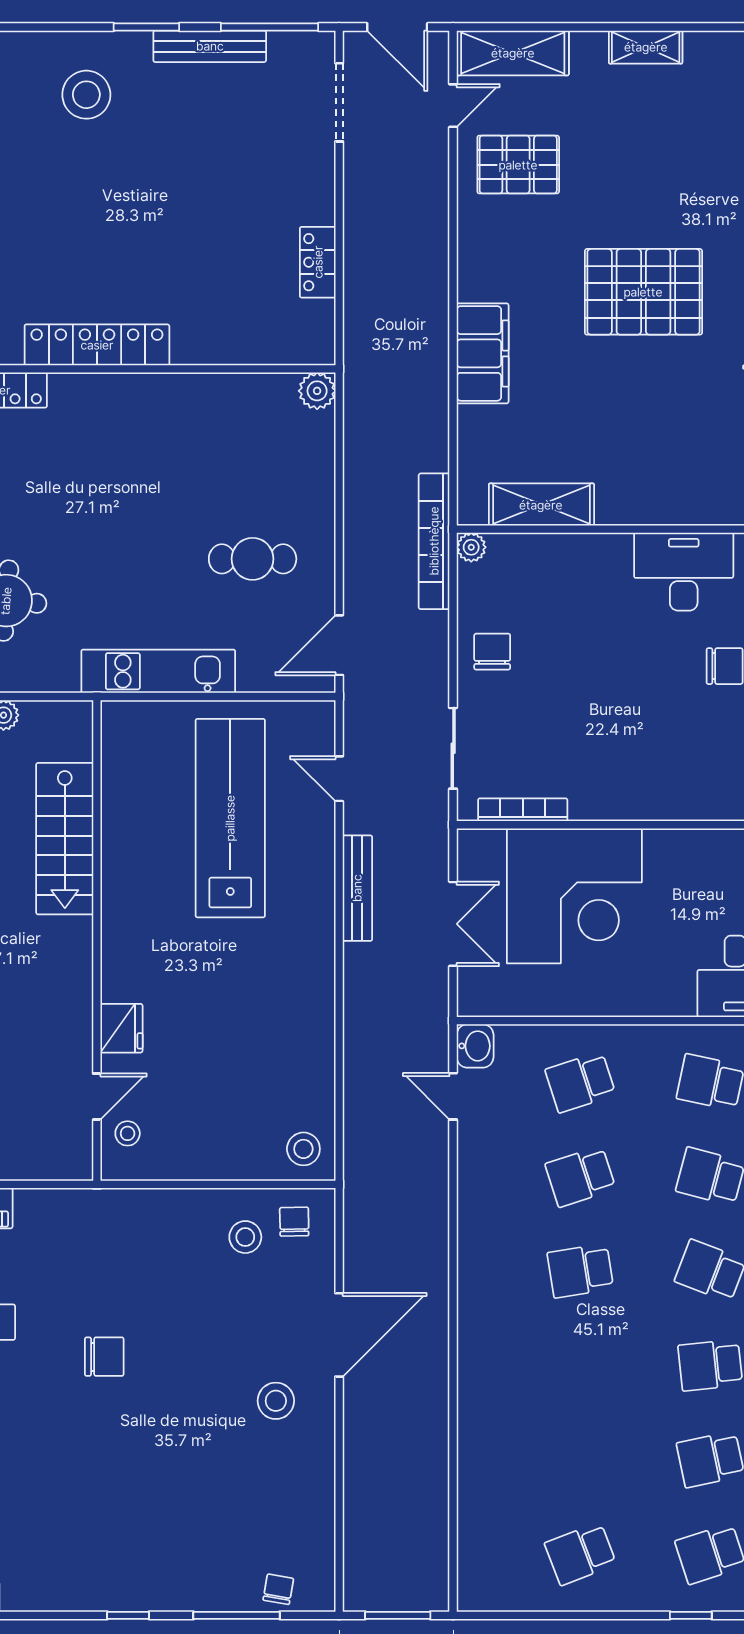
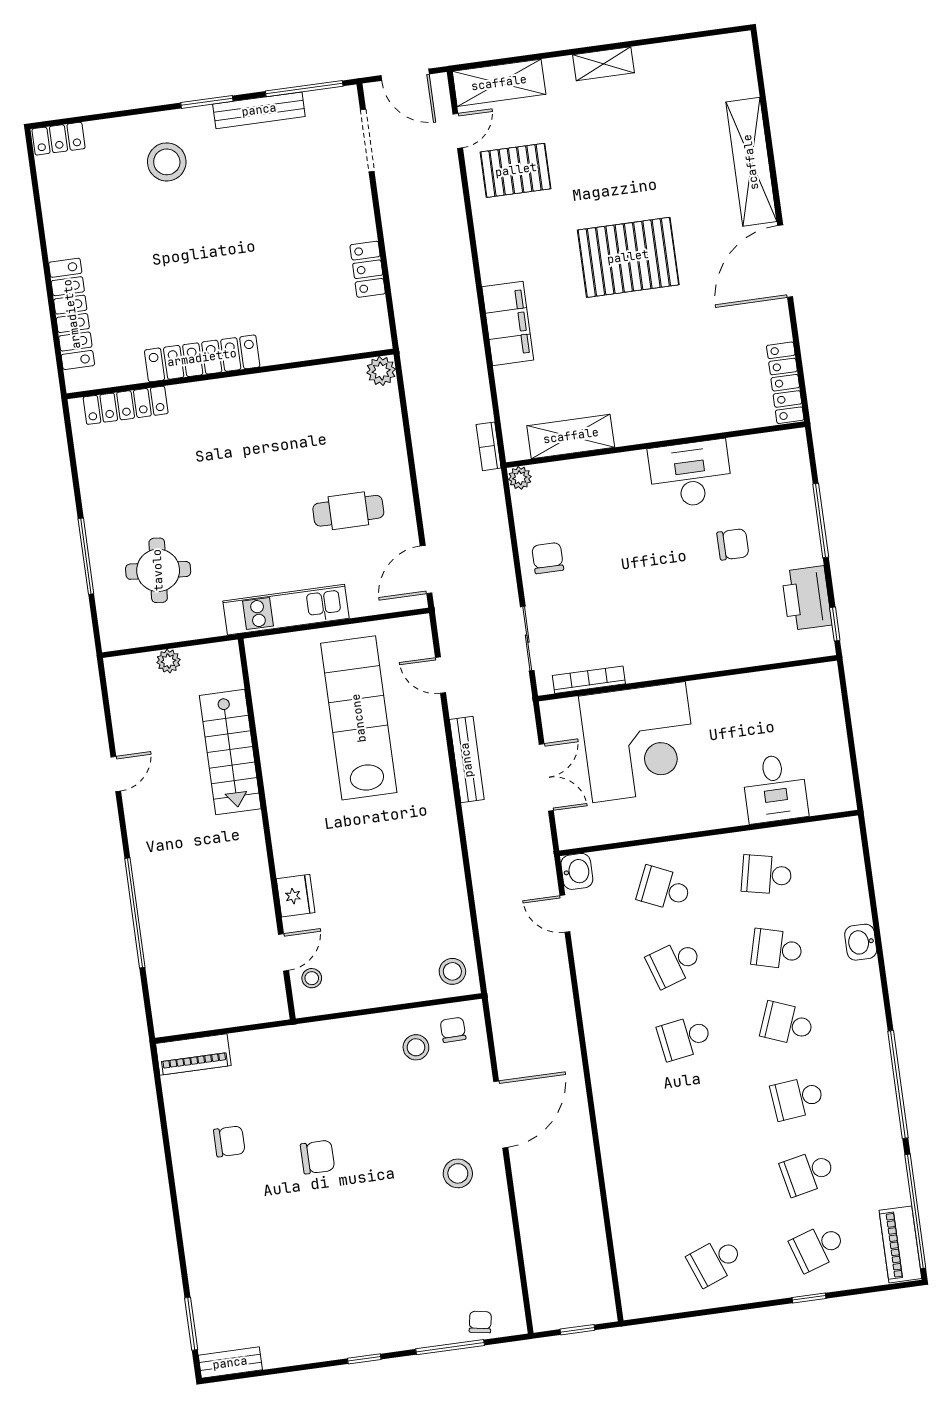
bookcase: (434, 541) -> (489, 446), width x0.43, depth x0.76
school desk: (580, 1082) -> (664, 889), turned 42
window: (398, 1615) -> (577, 1330), width x0.67

